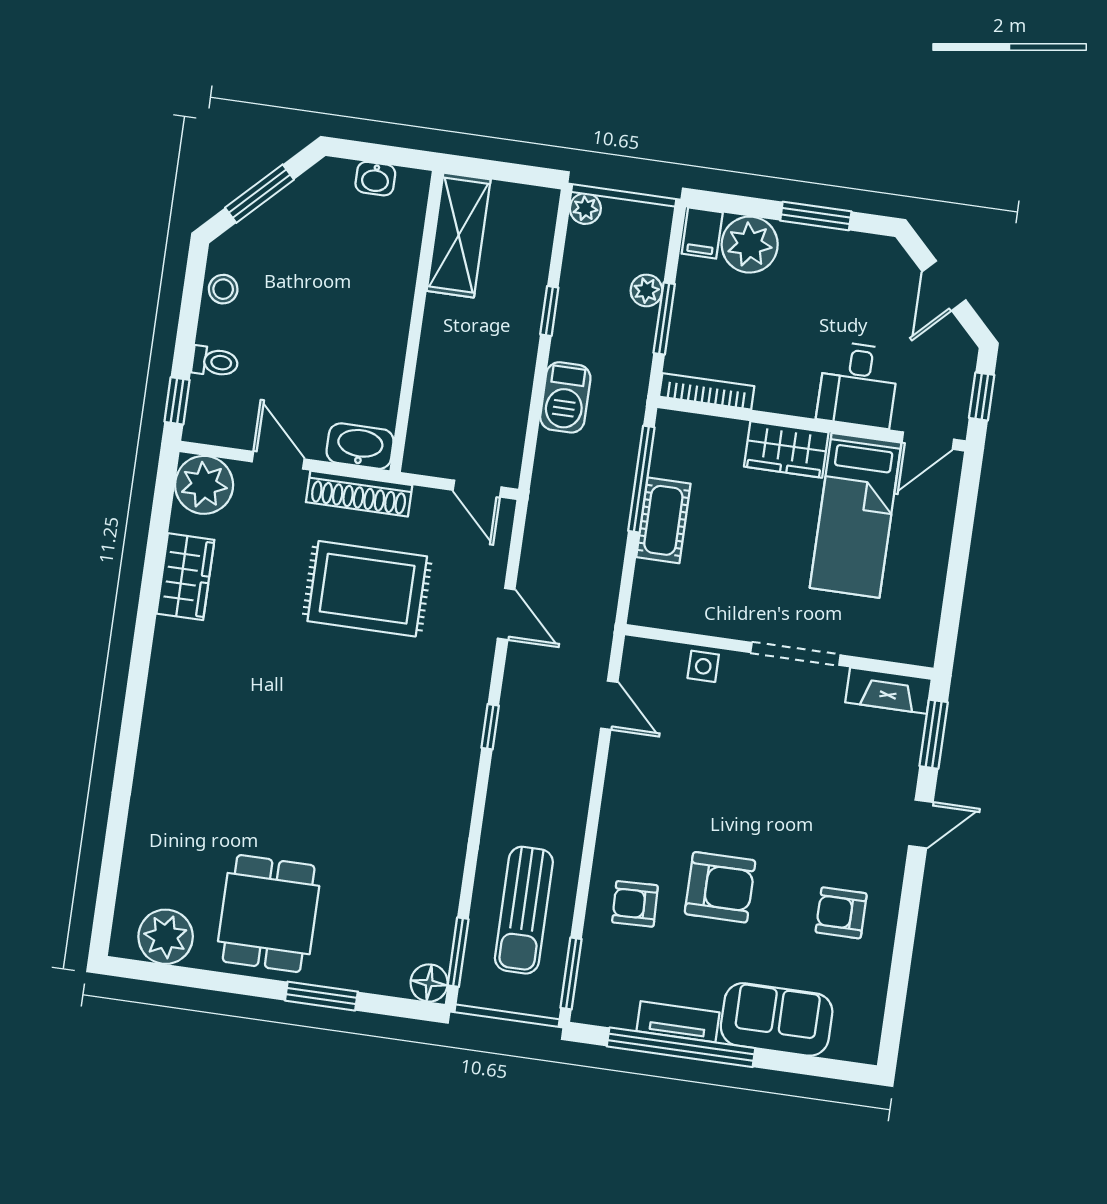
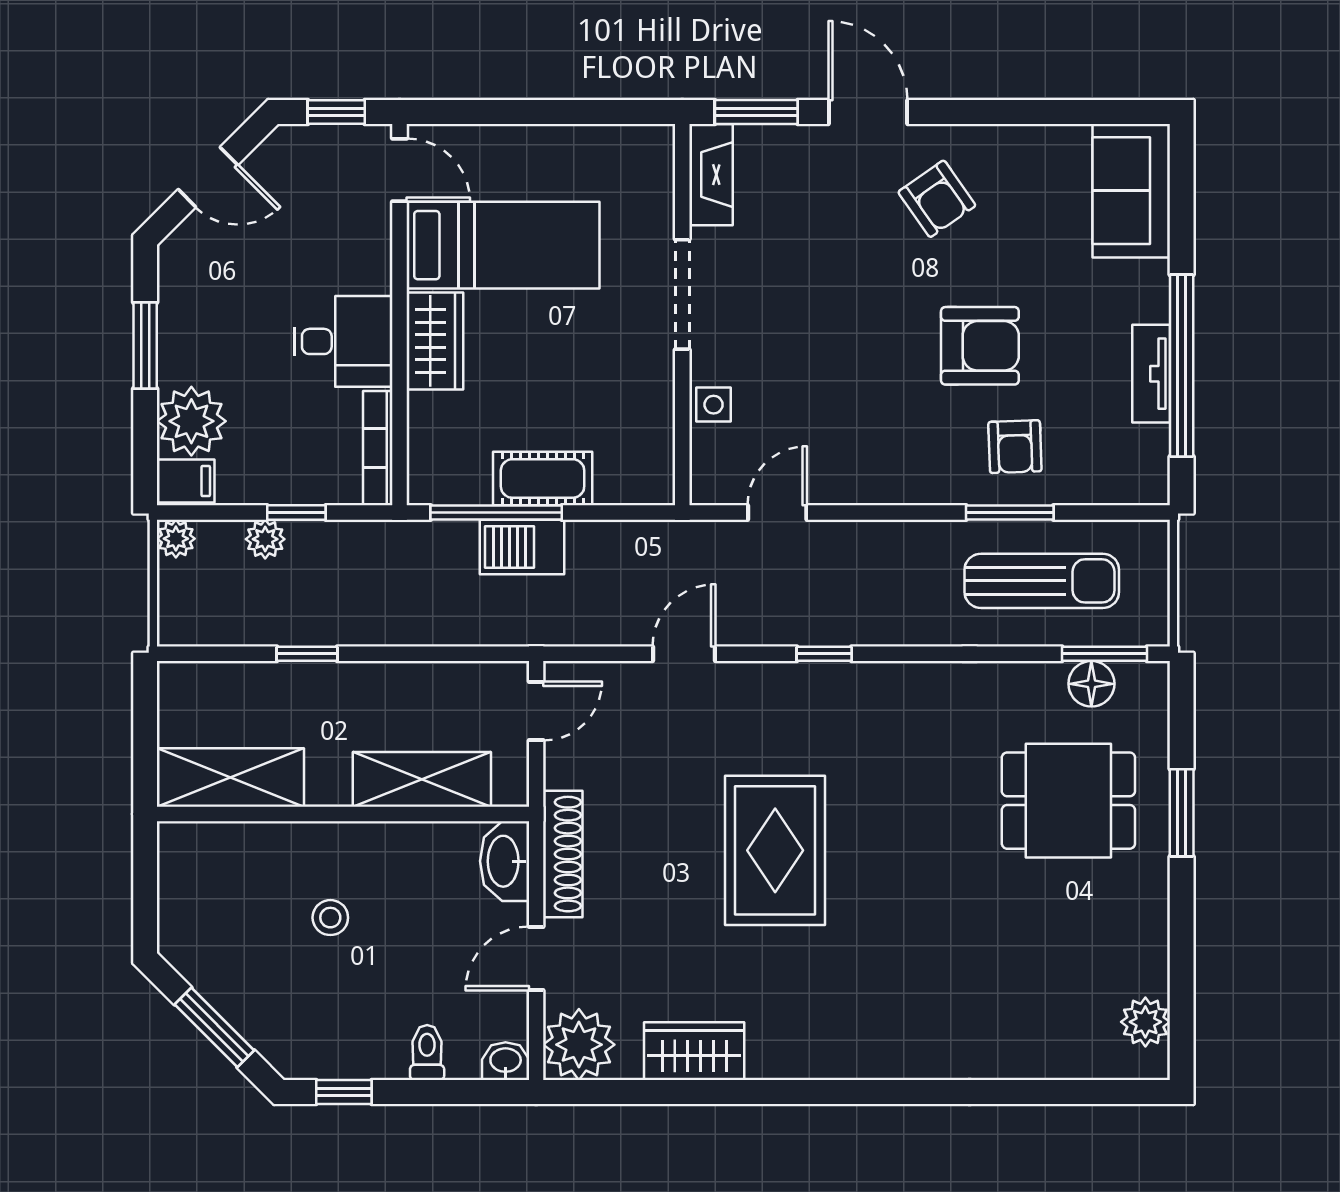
washbasin: (375, 179) -> (506, 1061), moved, turned -90
plant: (585, 208) -> (176, 539), moved
stool: (223, 289) -> (330, 918), moved
window: (664, 319) -> (296, 512), width x0.67
desk: (858, 385) -> (343, 341), moved
shelving: (435, 389) -> (422, 779), added
barbecue: (565, 397) -> (522, 547), moved, turned 180
window: (177, 401) -> (344, 1092), moved
rug: (367, 589) -> (775, 850), moved
door: (921, 824) -> (868, 112), width x1.38
armchair: (720, 887) -> (980, 346), turned 90
armchair: (841, 913) -> (937, 199), moved, turned -35
dining table: (269, 914) -> (1068, 801), moved
plant: (166, 937) -> (1145, 1022), width x0.73, depth x0.73
window: (571, 973) -> (1010, 512), moved
floor lamp: (429, 983) -> (1091, 684), moved
sofa: (777, 1019) -> (1131, 191), moved

